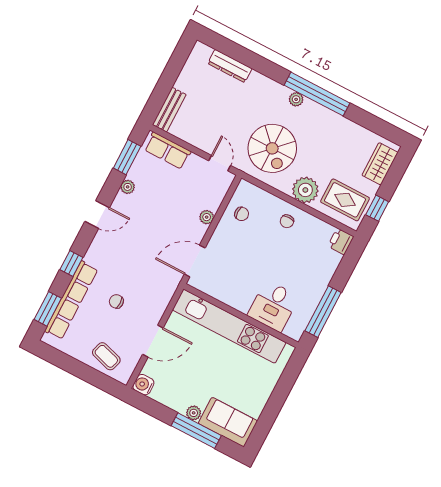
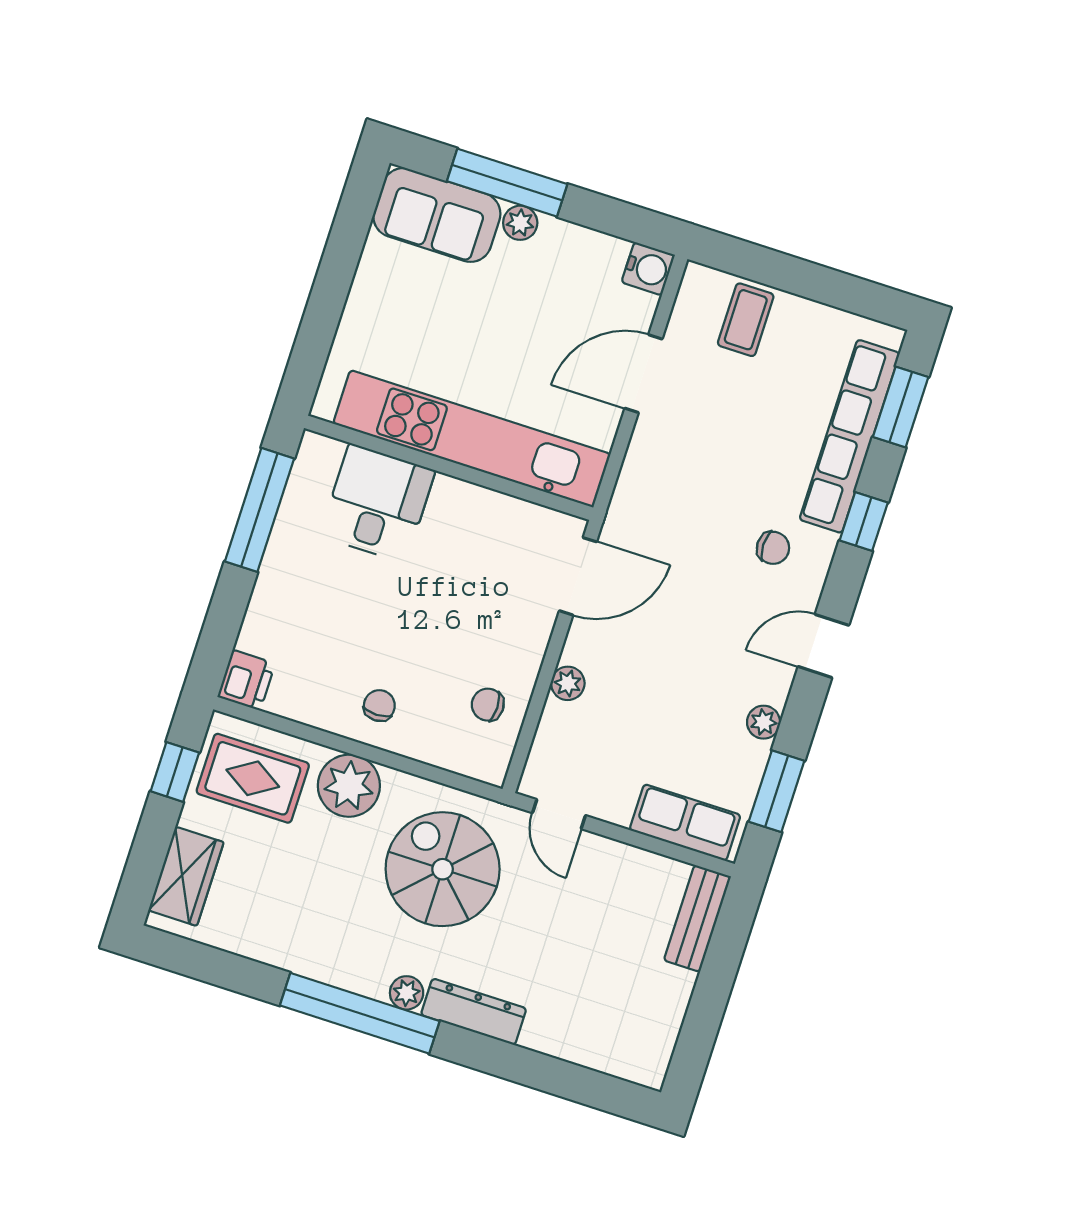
dresser: (230, 66) -> (474, 1012), moved
chair: (116, 301) -> (773, 548), moved
coffee table: (106, 356) -> (746, 320), turned 73

